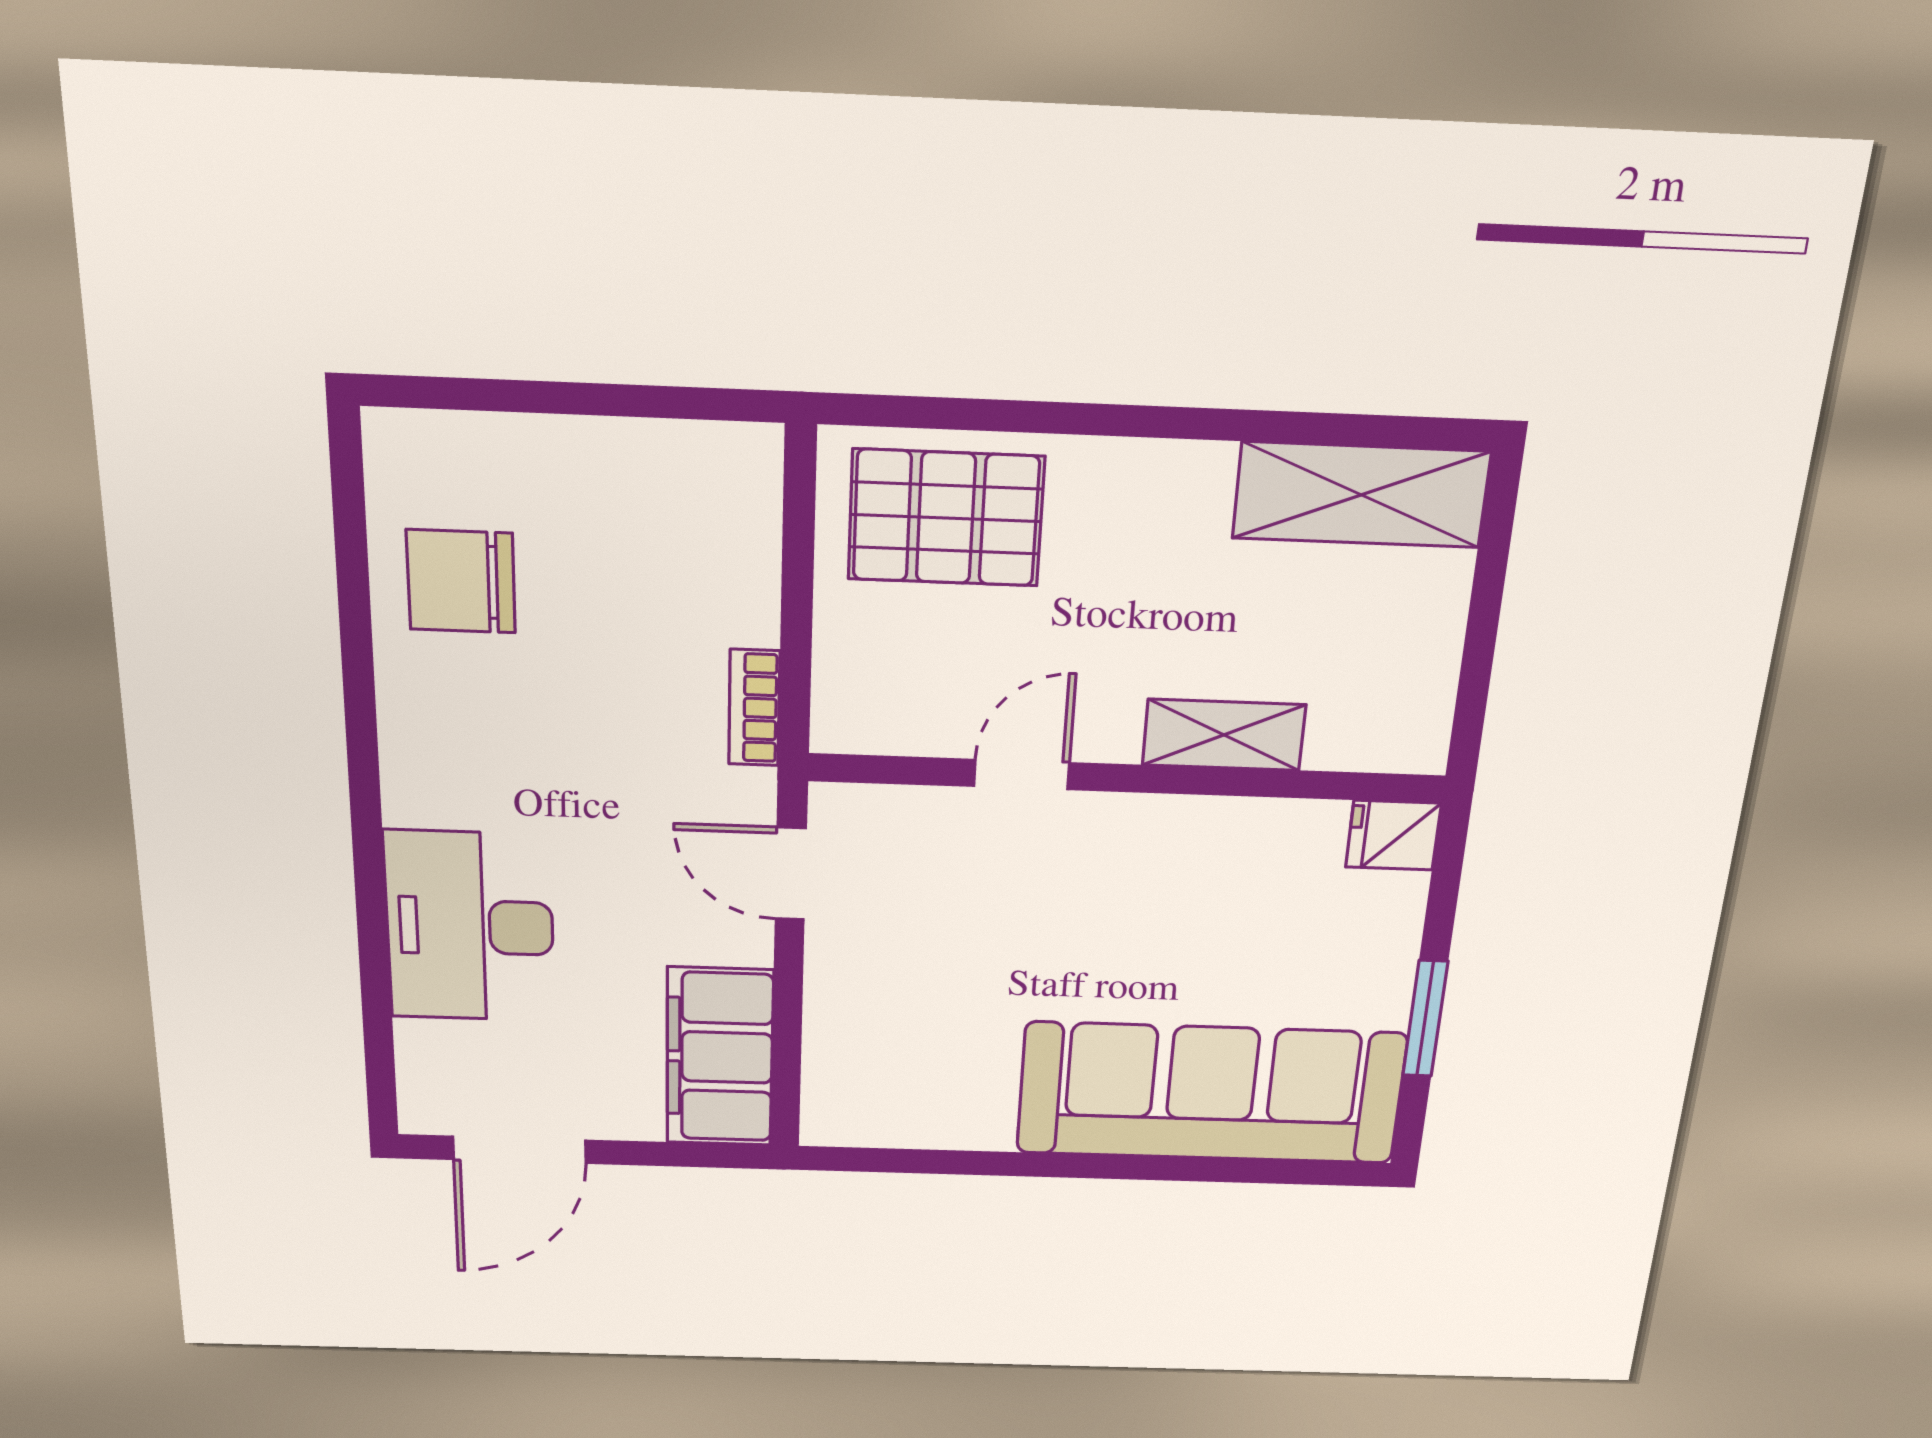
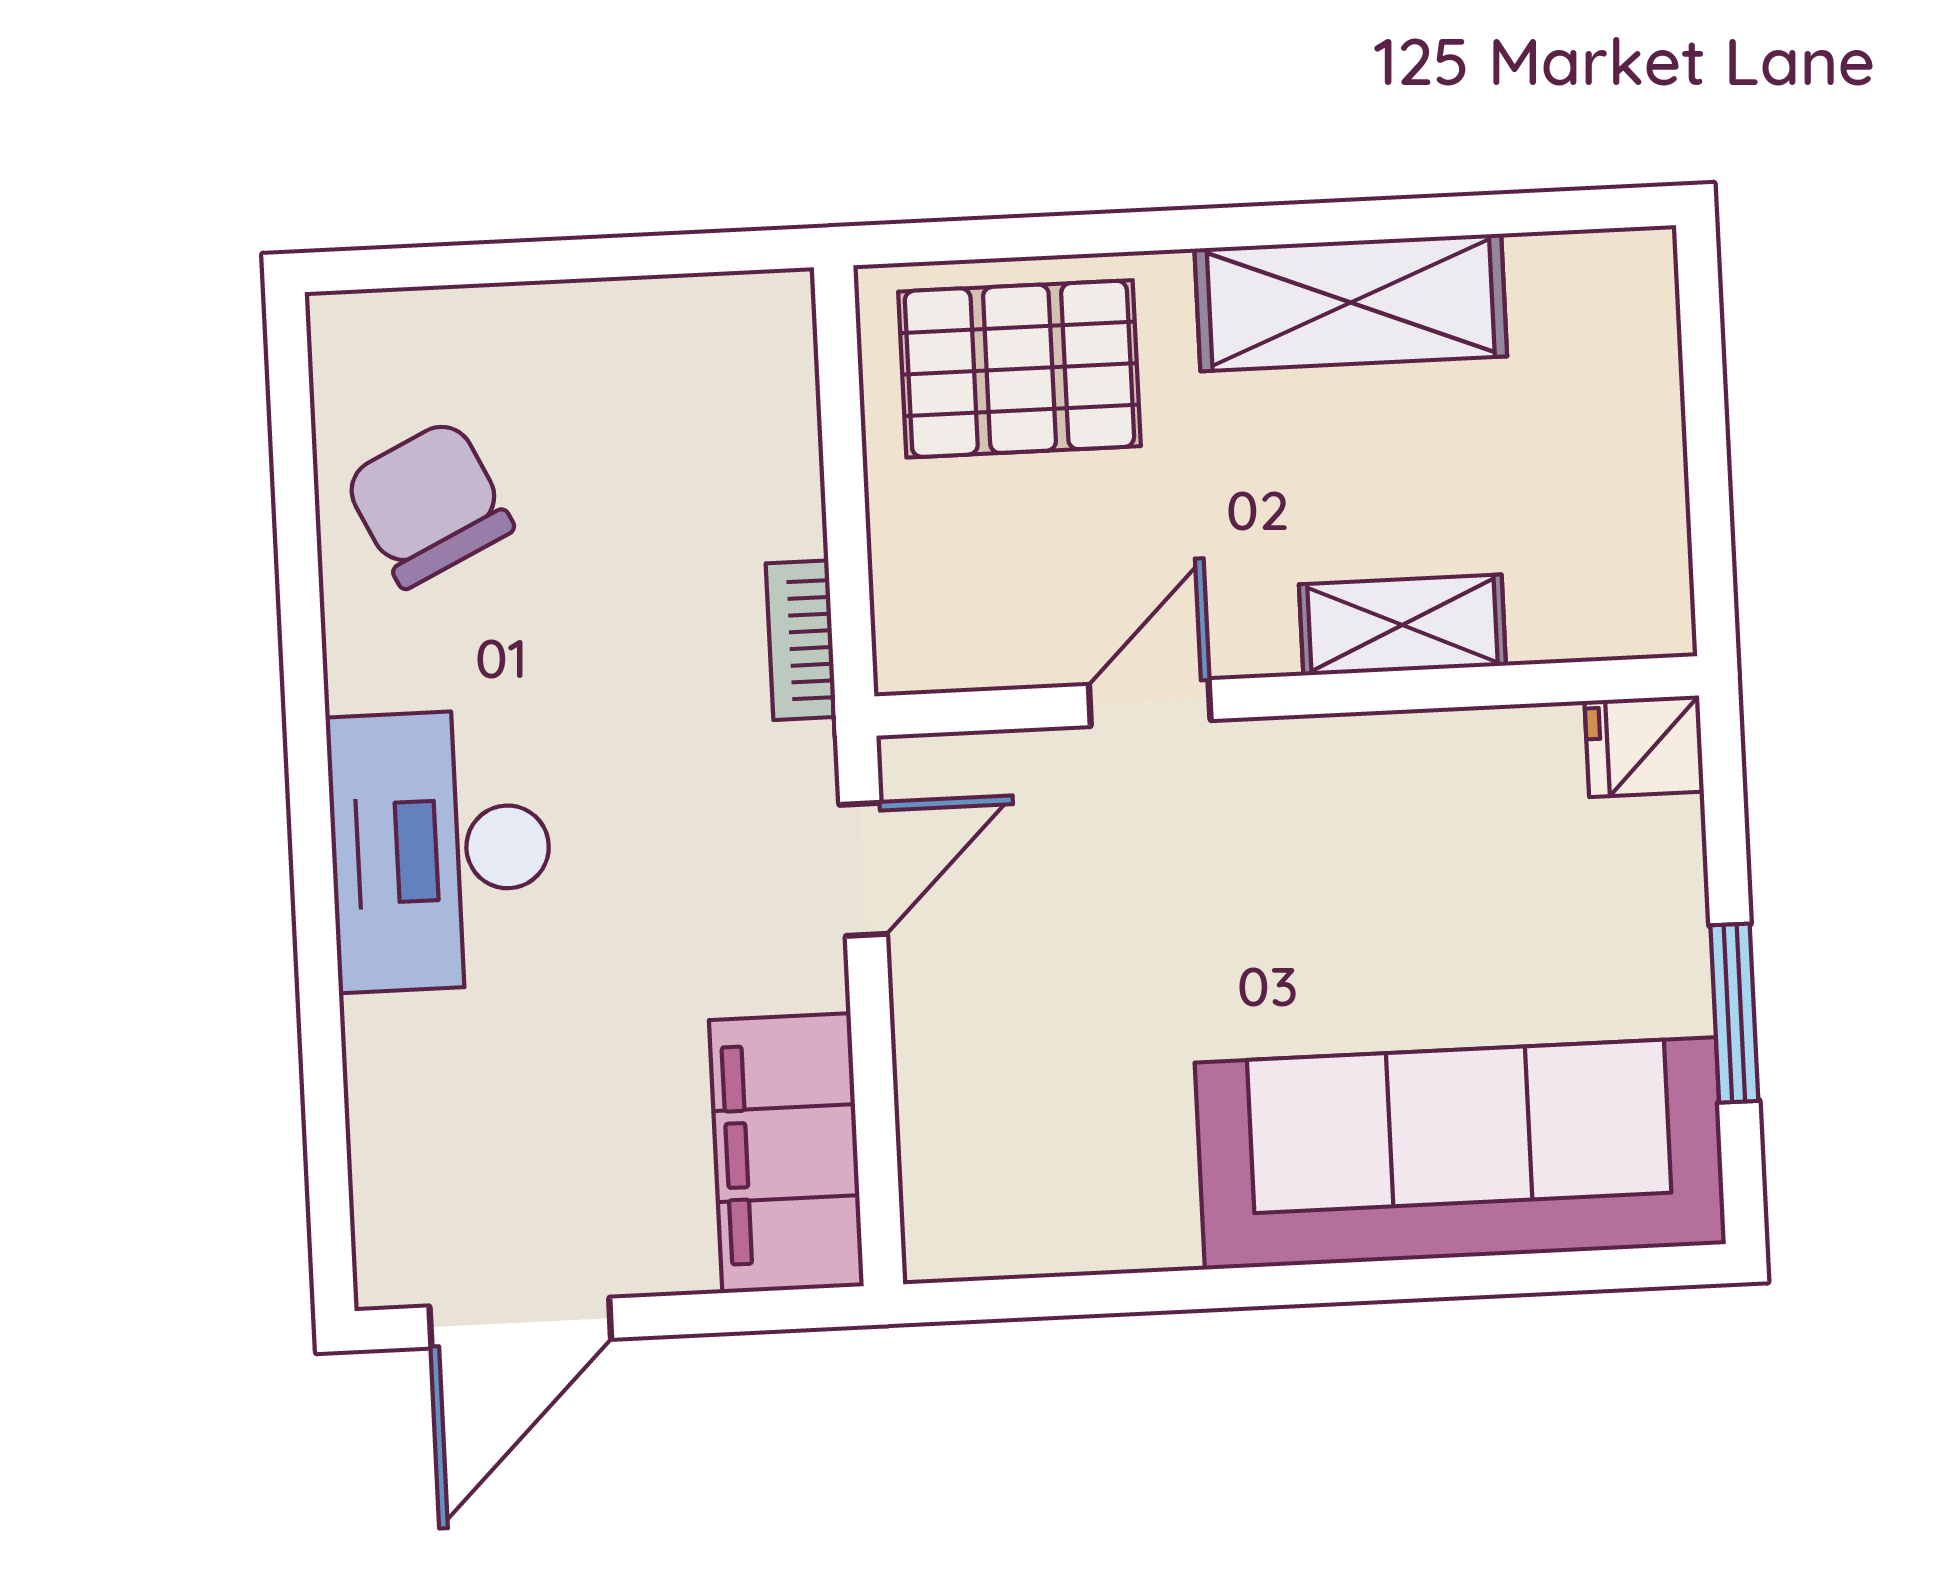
shelving: (1361, 495) -> (1351, 303), moved
chair: (461, 581) -> (429, 504), turned 64
door: (791, 874) -> (863, 869), swing flipped
desk: (470, 927) -> (440, 850), moved

